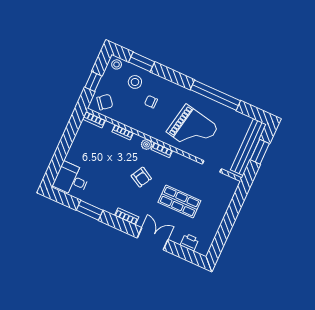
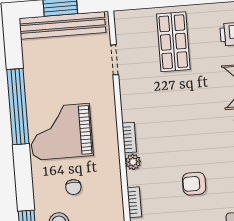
grand piano: (192, 129) -> (61, 132), moved, turned -101
armchair: (141, 177) -> (194, 184), moved, turned -119
shop shelf: (179, 202) -> (173, 42), moved

